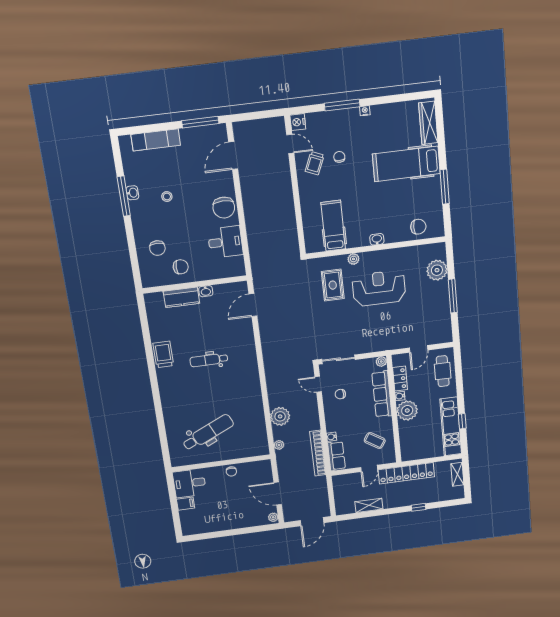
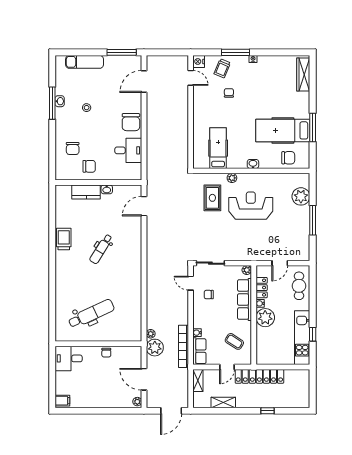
trolley: (315, 163) -> (222, 68), moved
hospital bed: (406, 164) -> (283, 130), moved
dental chair: (209, 360) -> (101, 249), turned -58
plant: (280, 416) -> (155, 348), moved
shelving: (457, 474) -> (198, 380), moved
filing cabinet: (186, 504) -> (62, 401), moved

